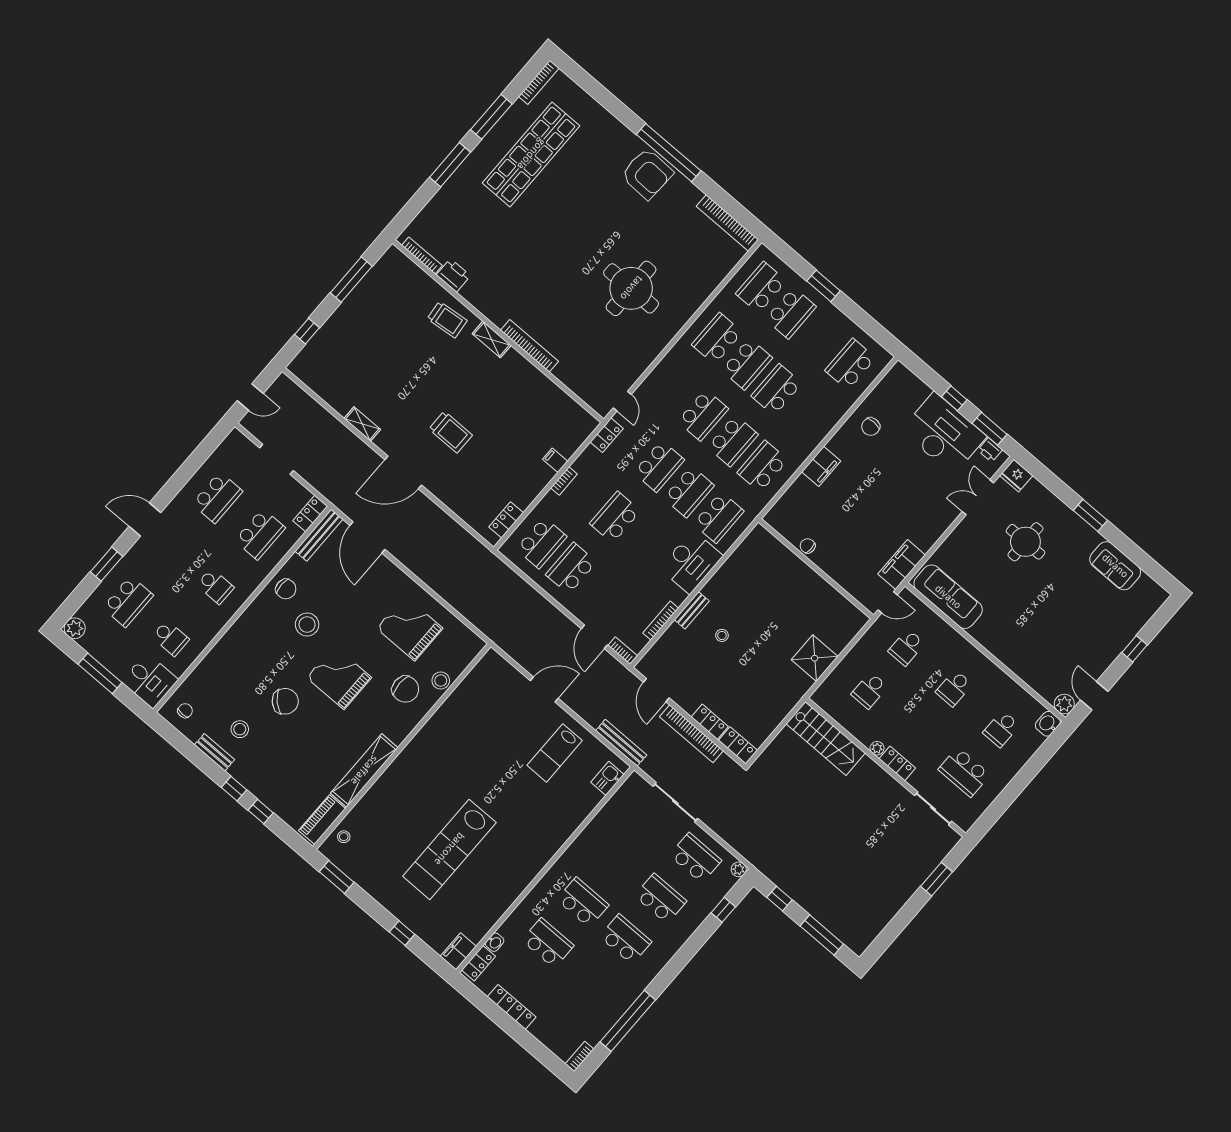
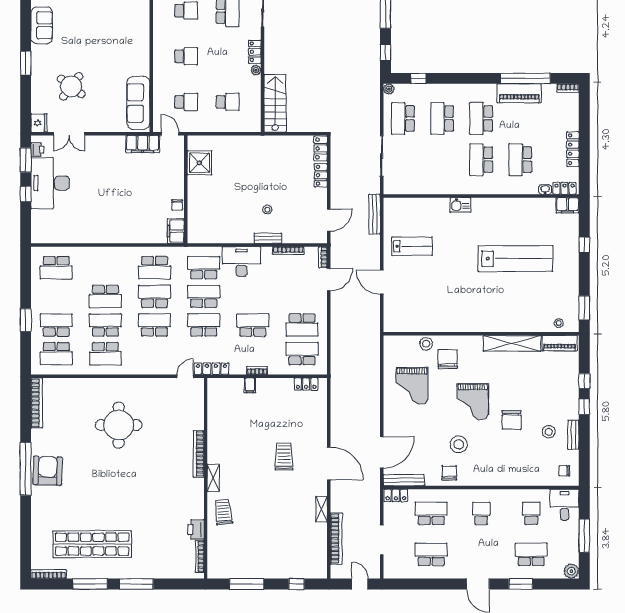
chair: (871, 427) -> (81, 227), removed
locker: (607, 435) -> (211, 369), width x1.53
filing cabinet: (821, 466) -> (176, 231), moved, turned -90
school desk: (615, 517) -> (253, 325), turned 180
round table: (1025, 542) -> (71, 86), turned 37
shower: (815, 658) -> (199, 163), moved
chair: (285, 701) -> (512, 420), turned -134
bookcase: (691, 734) -> (336, 539), moved
kitchen sink: (607, 778) -> (460, 205), moved
piano: (618, 1001) -> (519, 93), added

